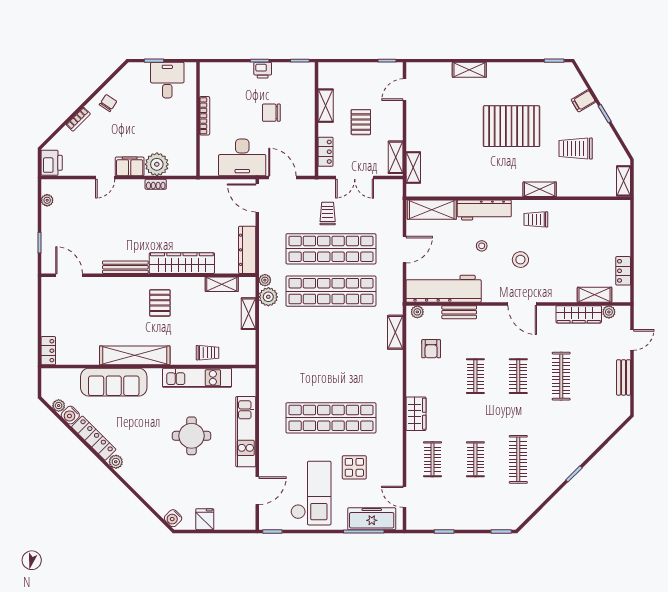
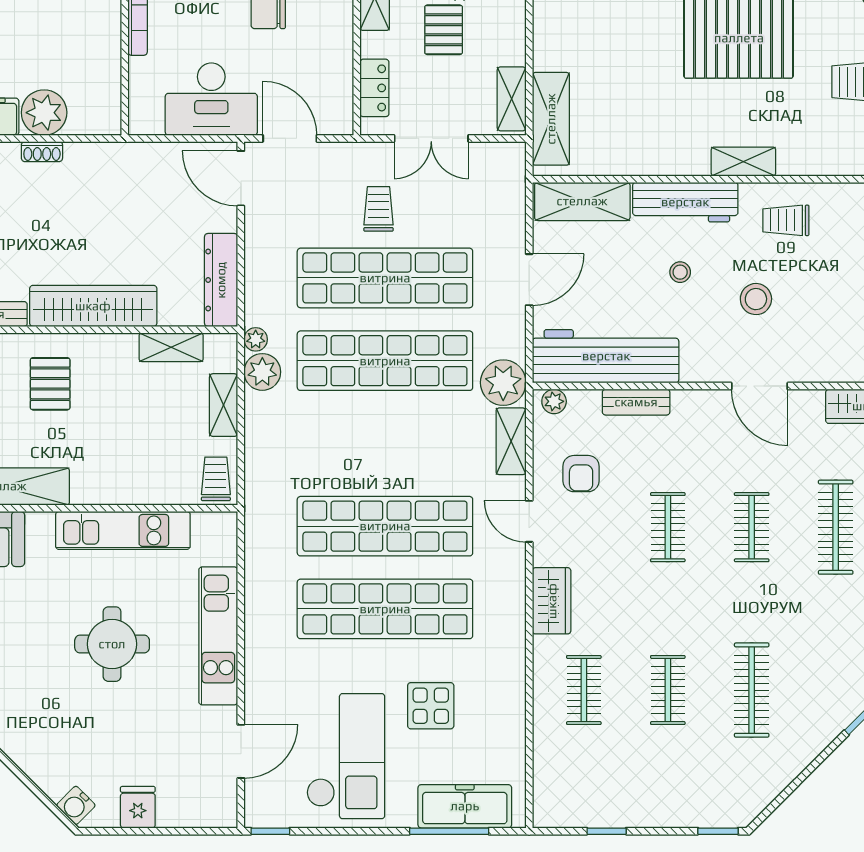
shelving: (413, 168) -> (551, 119), width x1.50, depth x1.33
shelving: (540, 189) -> (743, 162), moved
plant: (391, 302) -> (503, 383), added
trolley: (208, 353) -> (216, 479), moved, turned -90
shop shelf: (331, 376) -> (385, 526), added
door: (405, 497) -> (529, 521), moved

